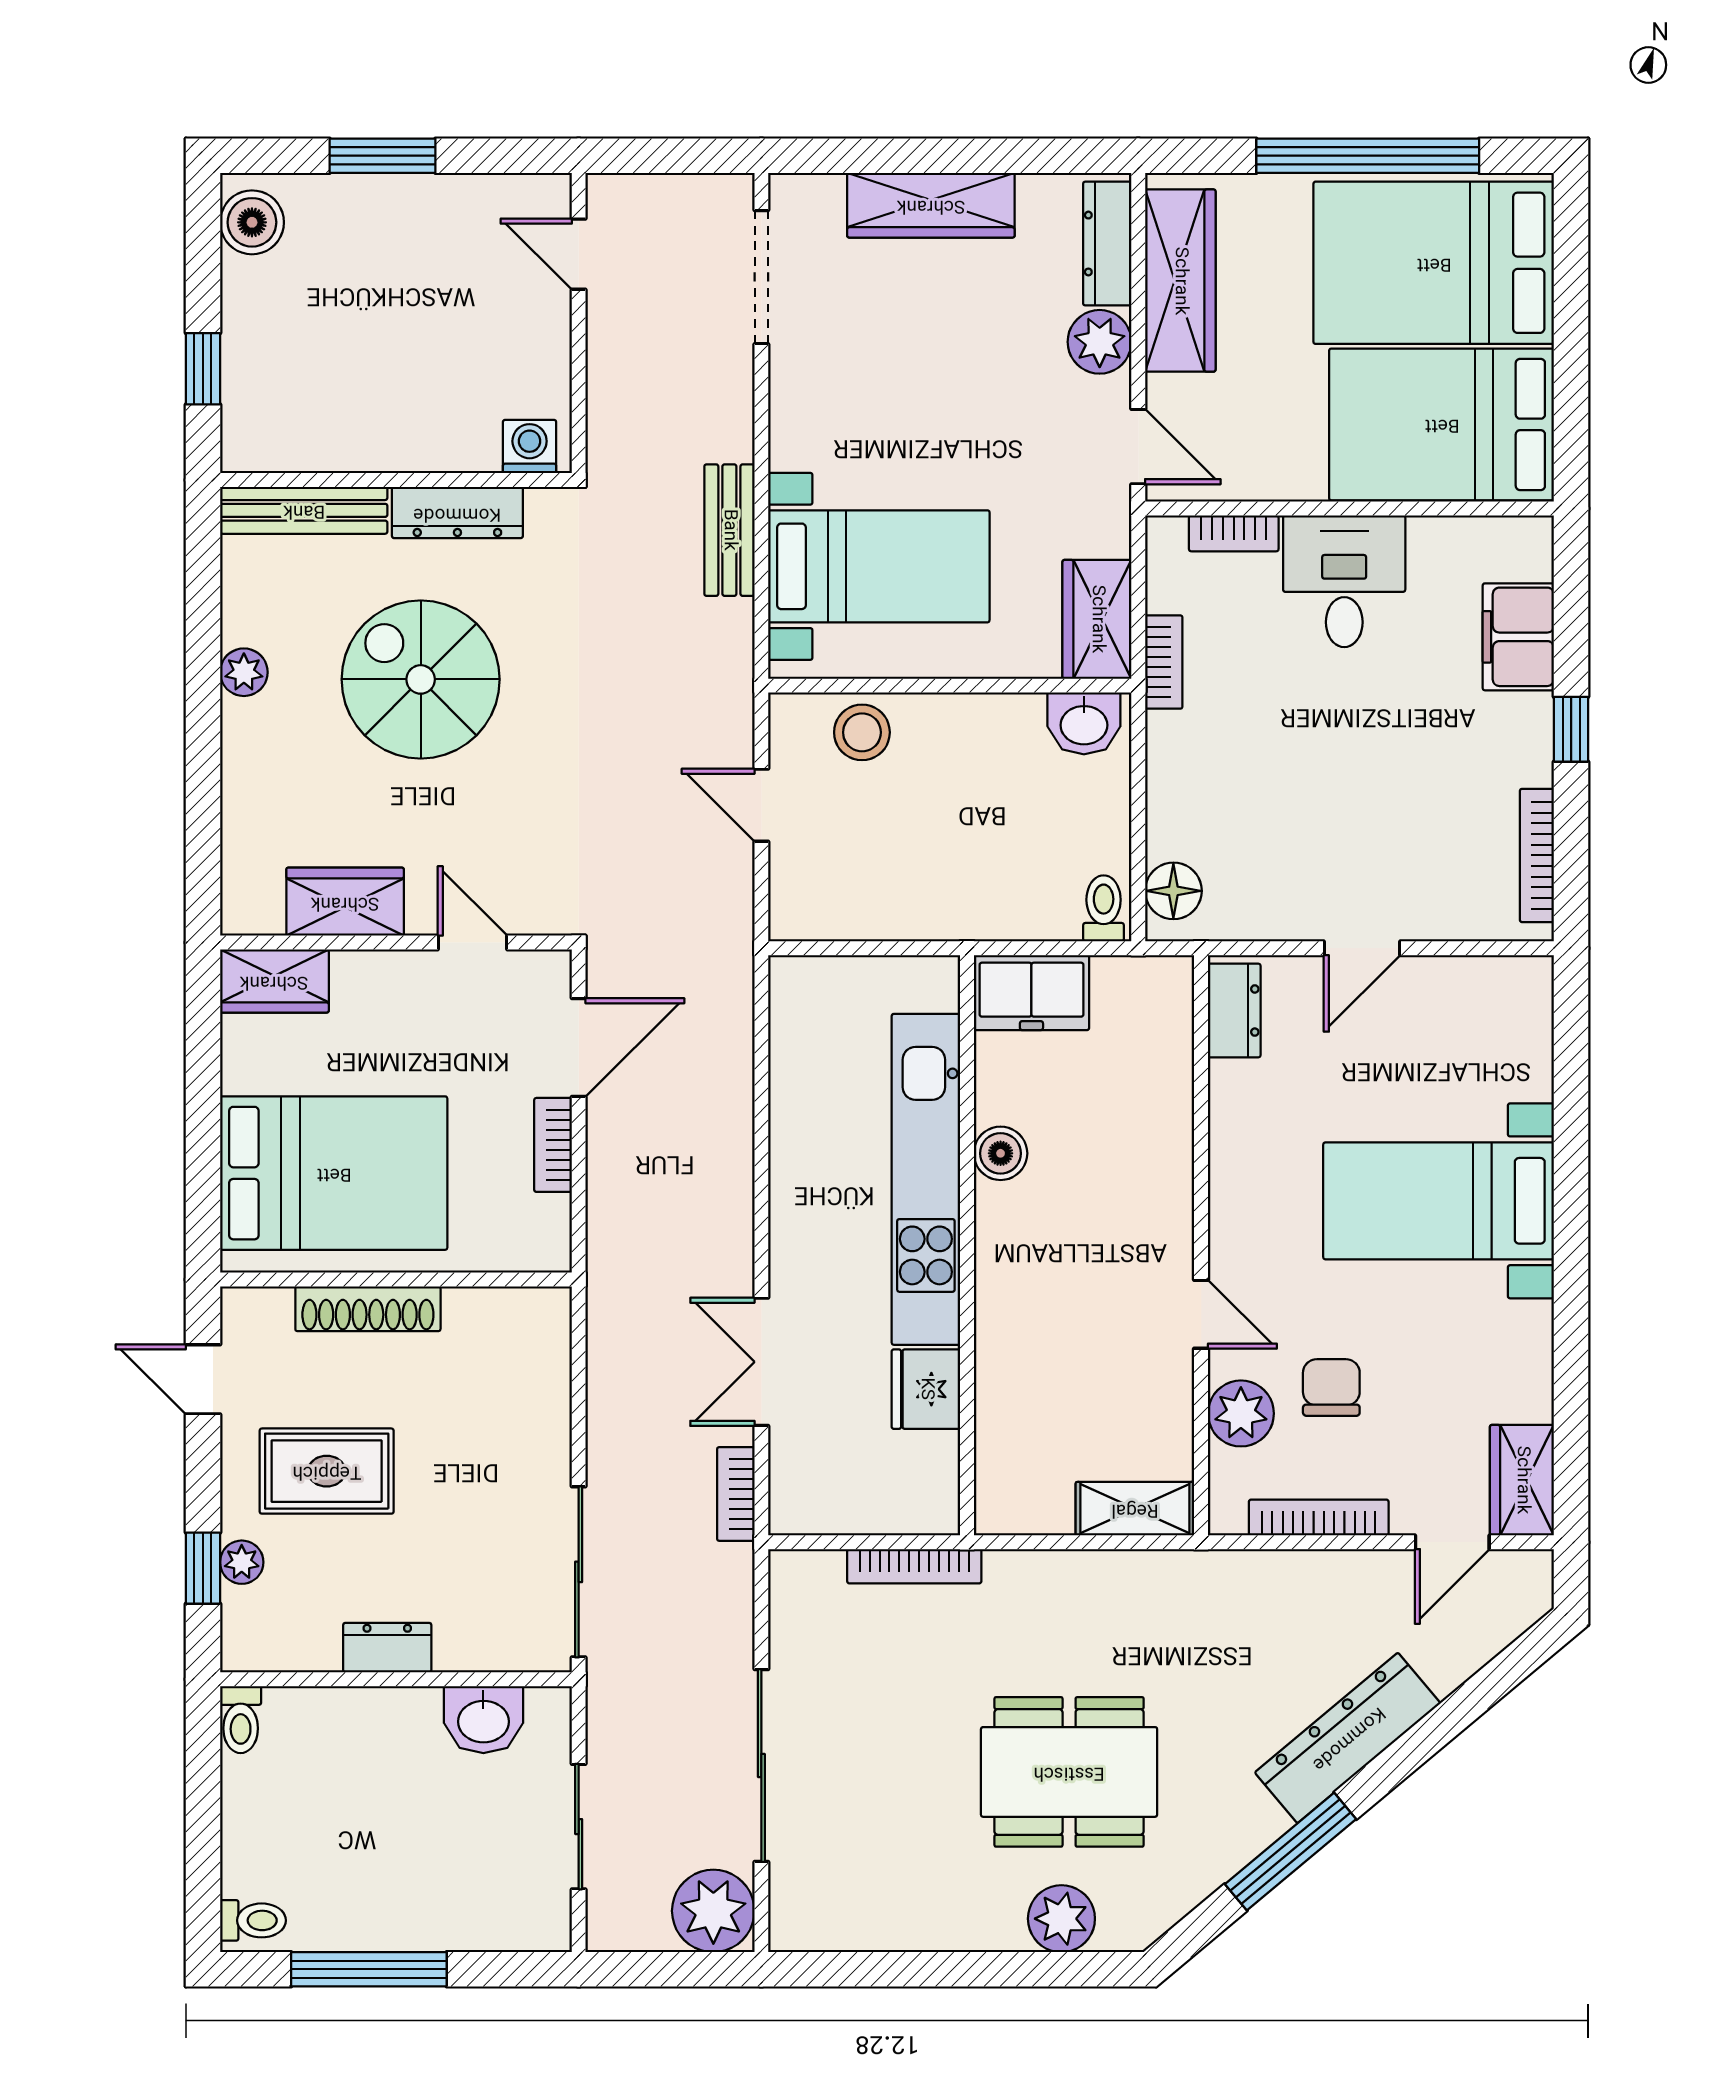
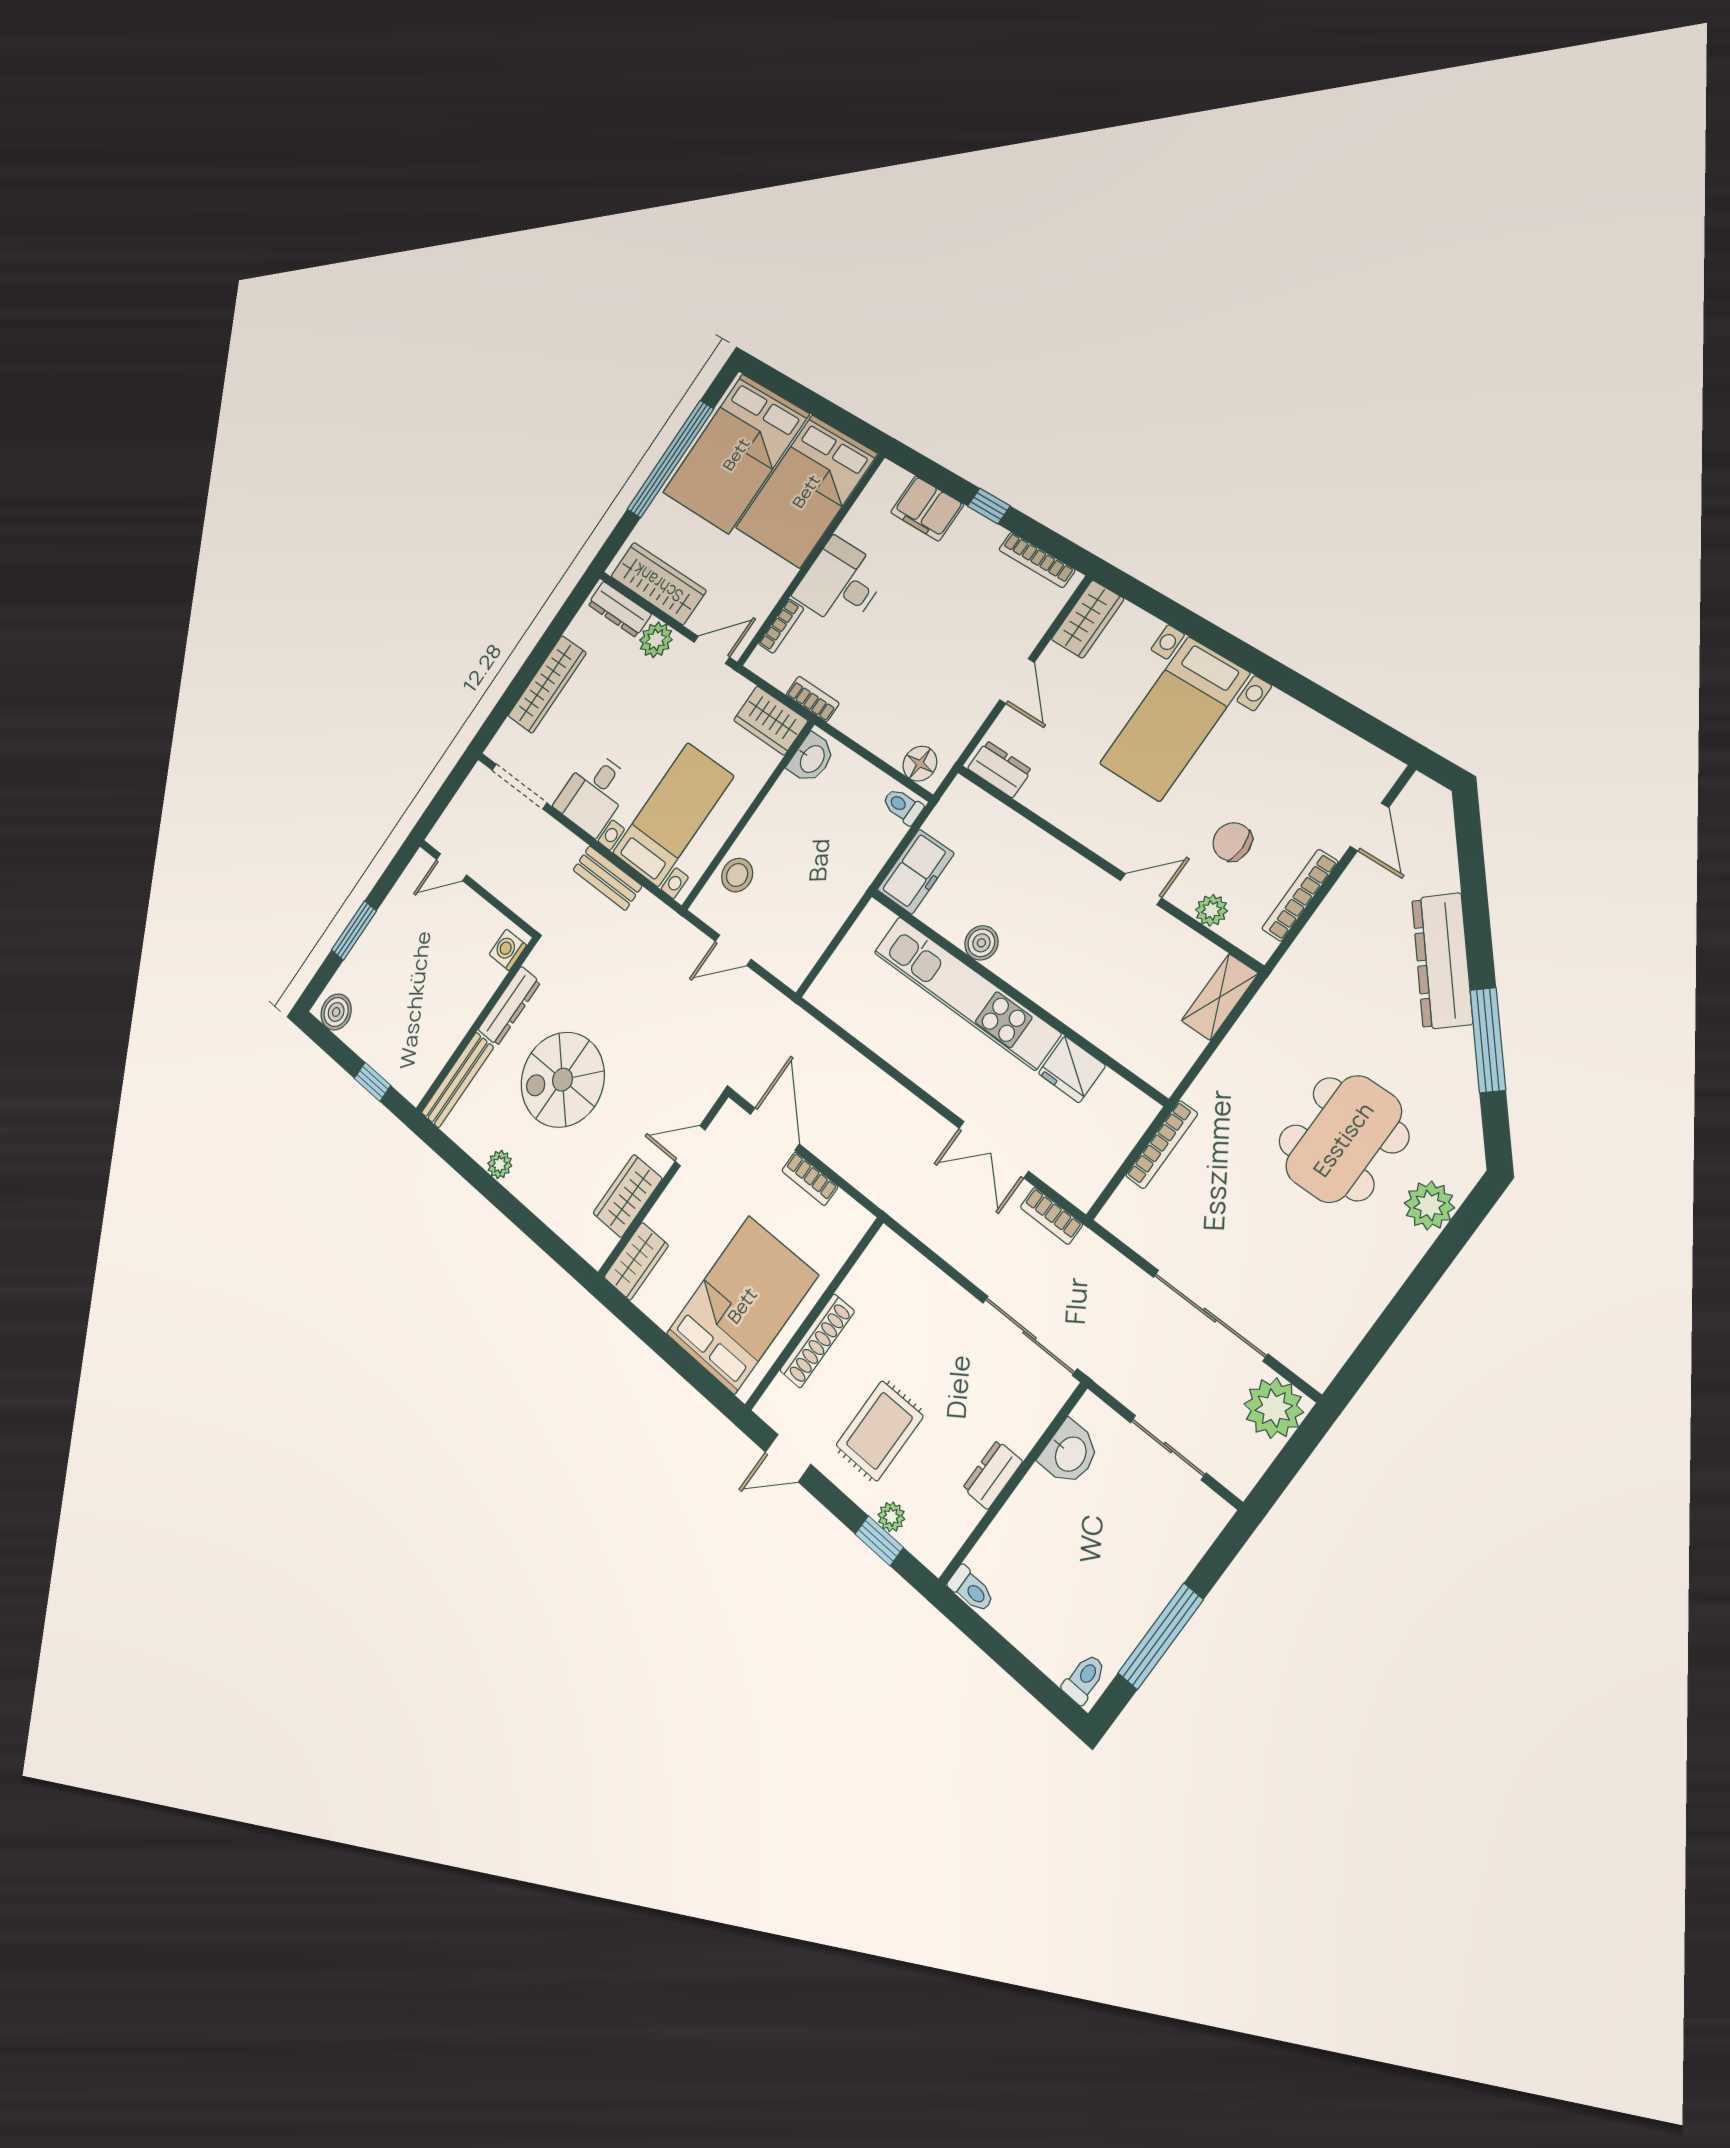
desk: (829, 412) -> (594, 793), added
plant: (1241, 1413) -> (1211, 910), width x0.73, depth x0.73
wardrobe: (1522, 1480) -> (1088, 619), moved, turned -90

